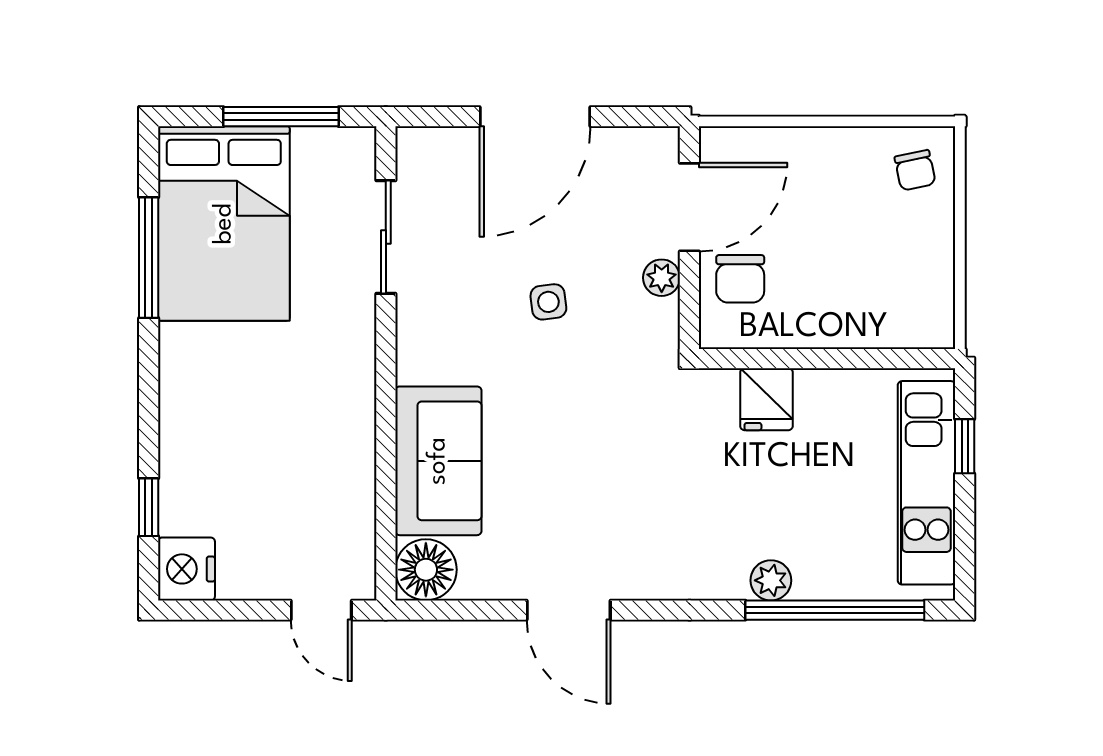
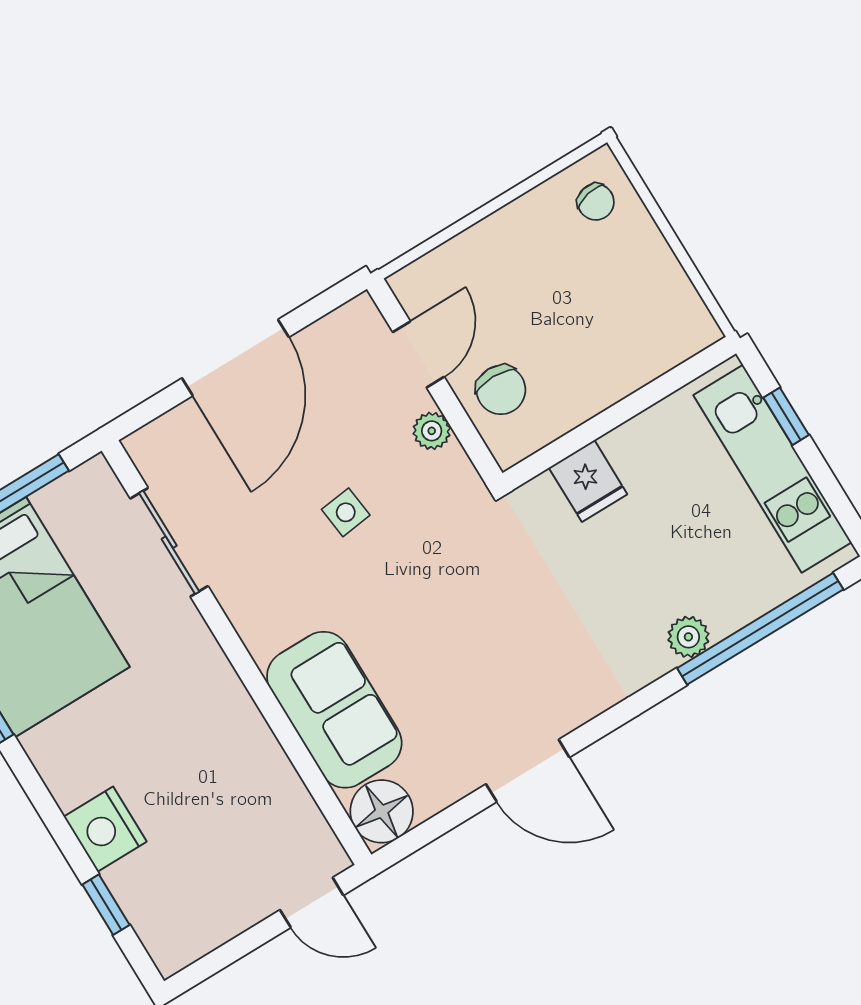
door: (689, 207) -> (418, 354), width x0.73
nightstand: (186, 569) -> (105, 829), moved

